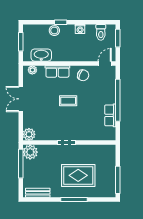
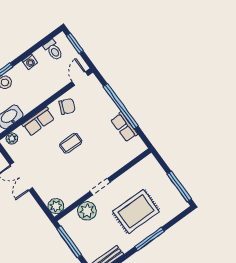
plant: (30, 152) -> (87, 211), moved

